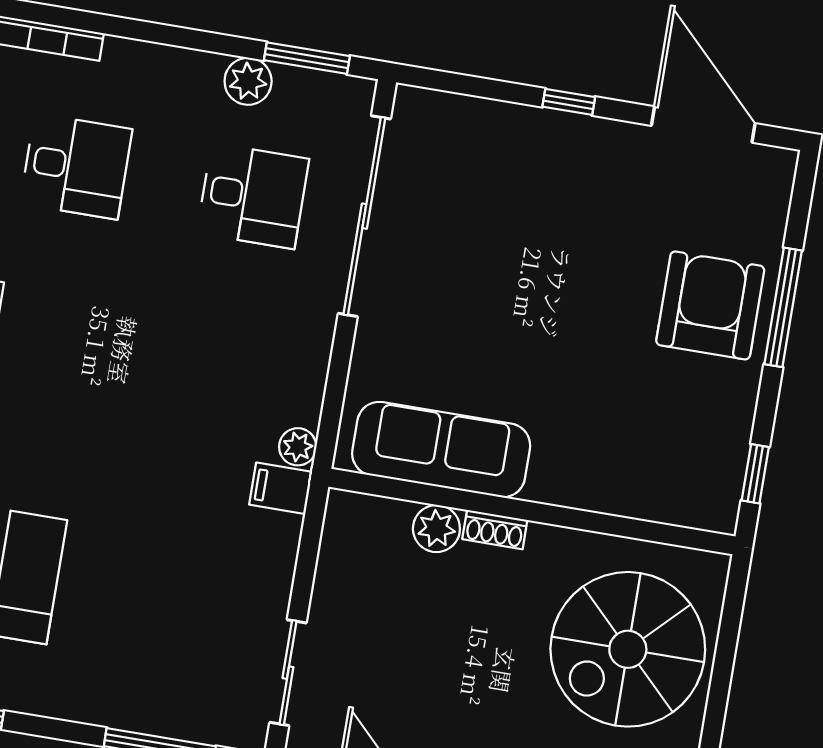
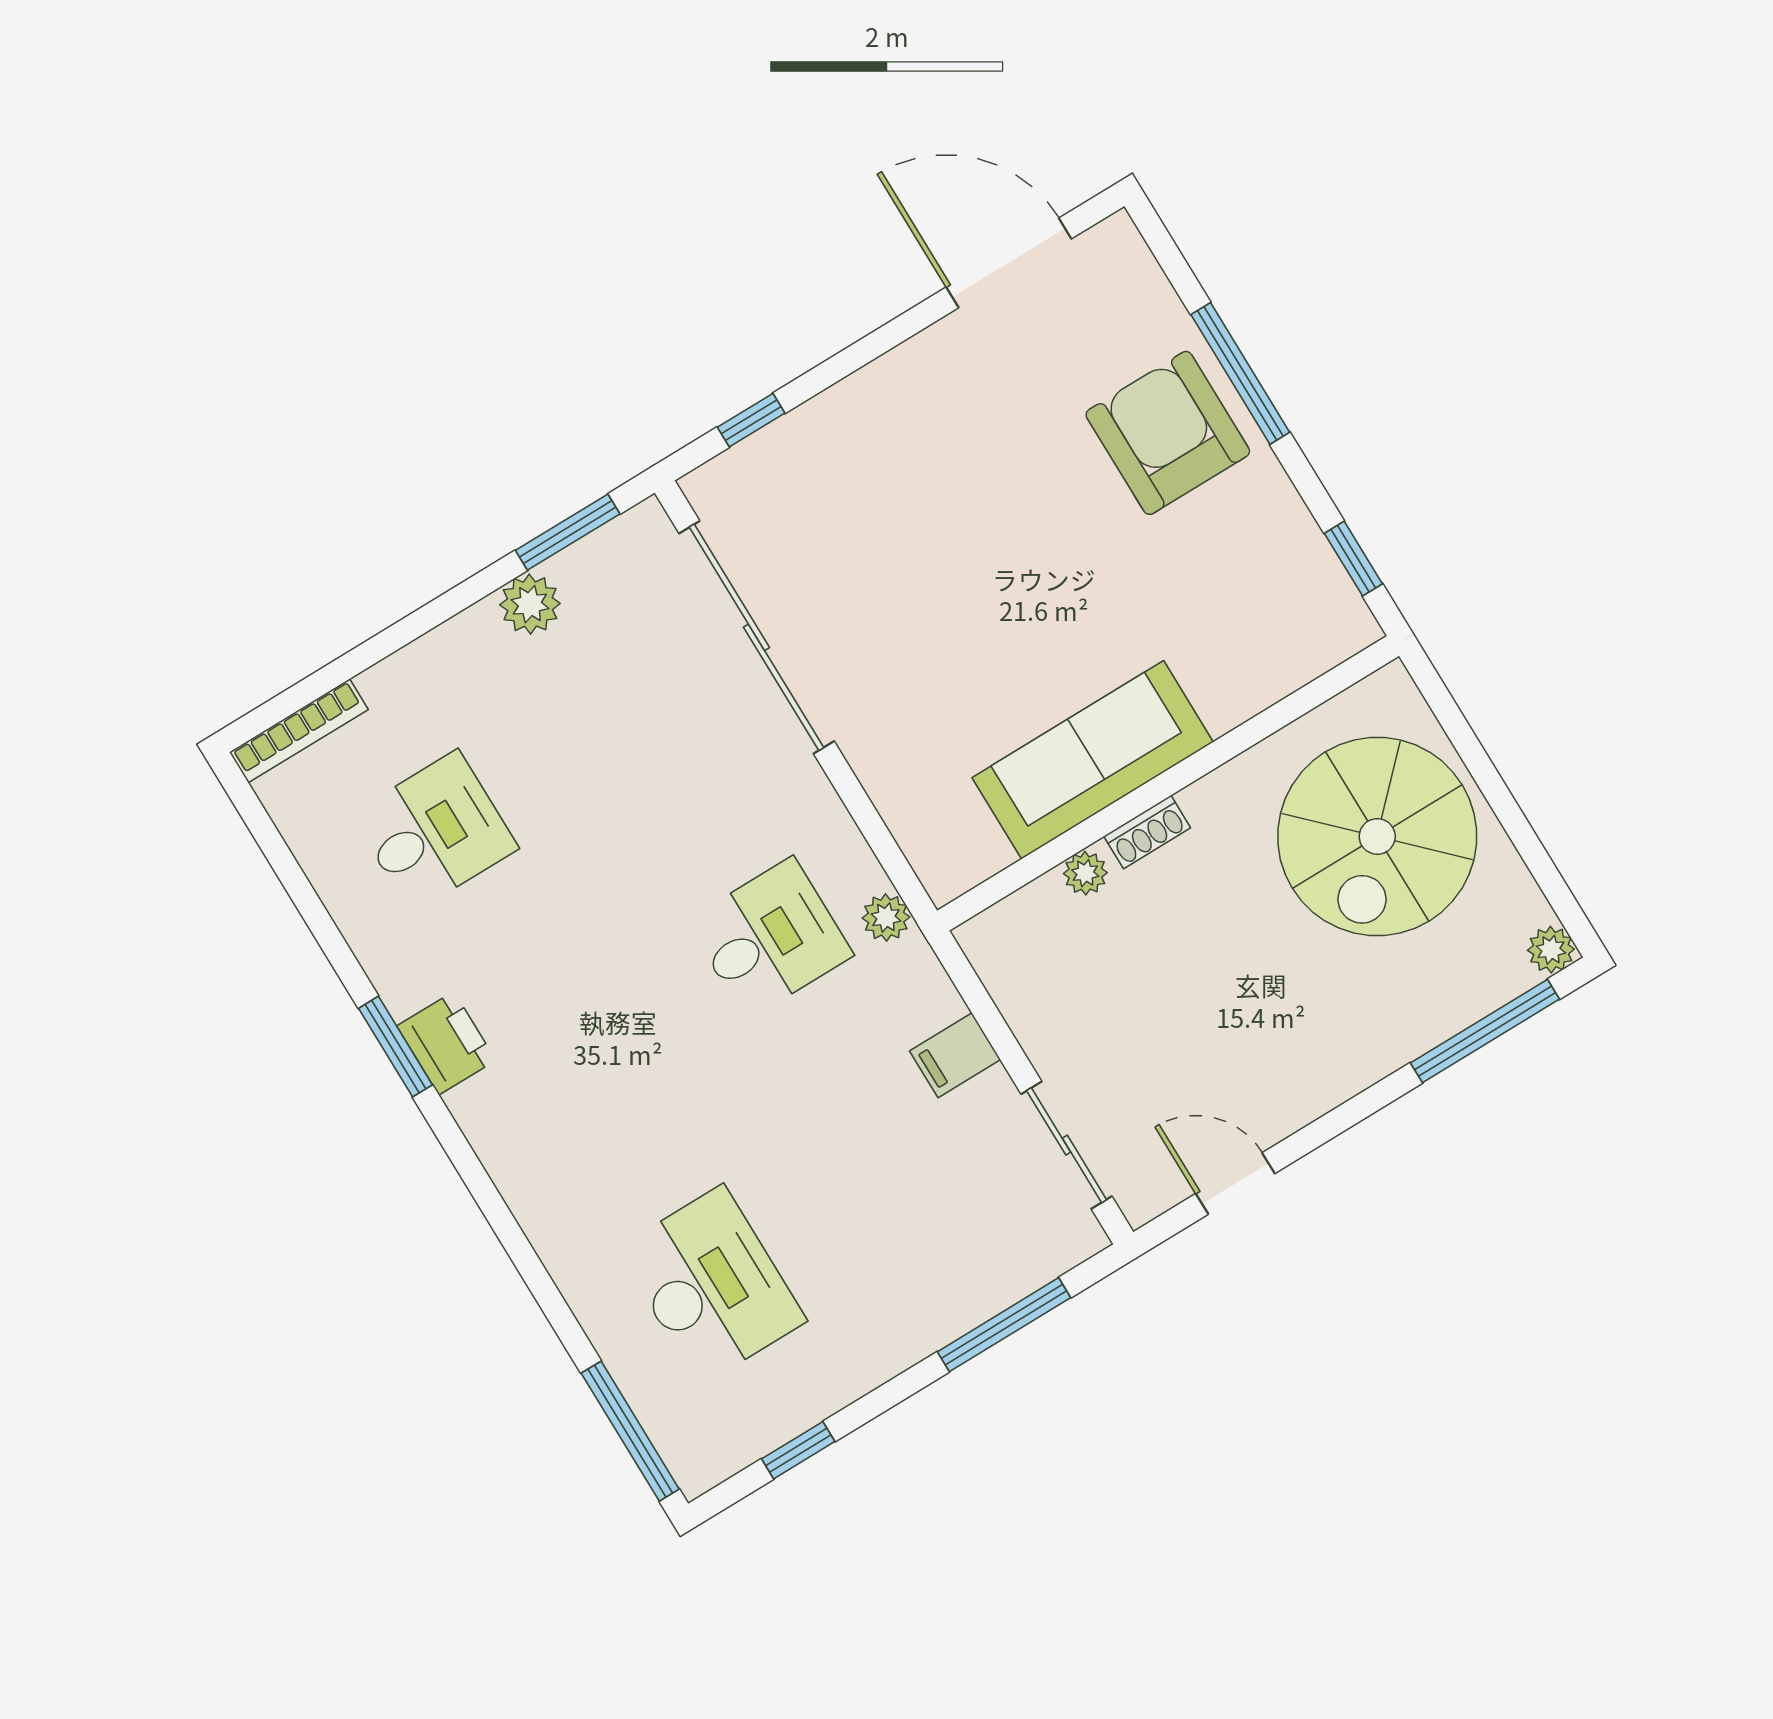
window: (569, 102) -> (751, 420), moved
desk: (253, 196) -> (770, 938), moved
sofa: (441, 450) -> (1093, 760), moved
filing cabinet: (281, 488) -> (955, 1055), moved
plant: (436, 529) -> (1085, 873), width x0.73, depth x0.73

